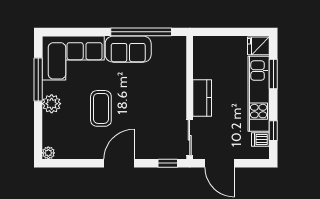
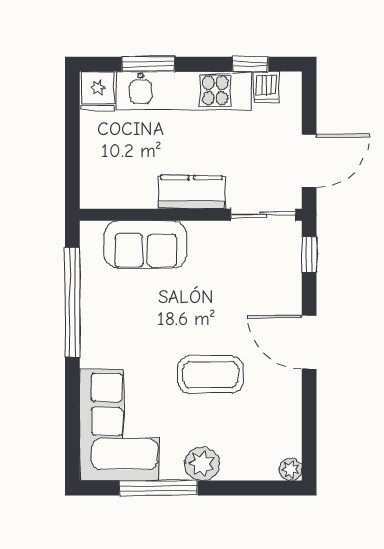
sofa: (128, 49) -> (145, 244), moved, turned 90

